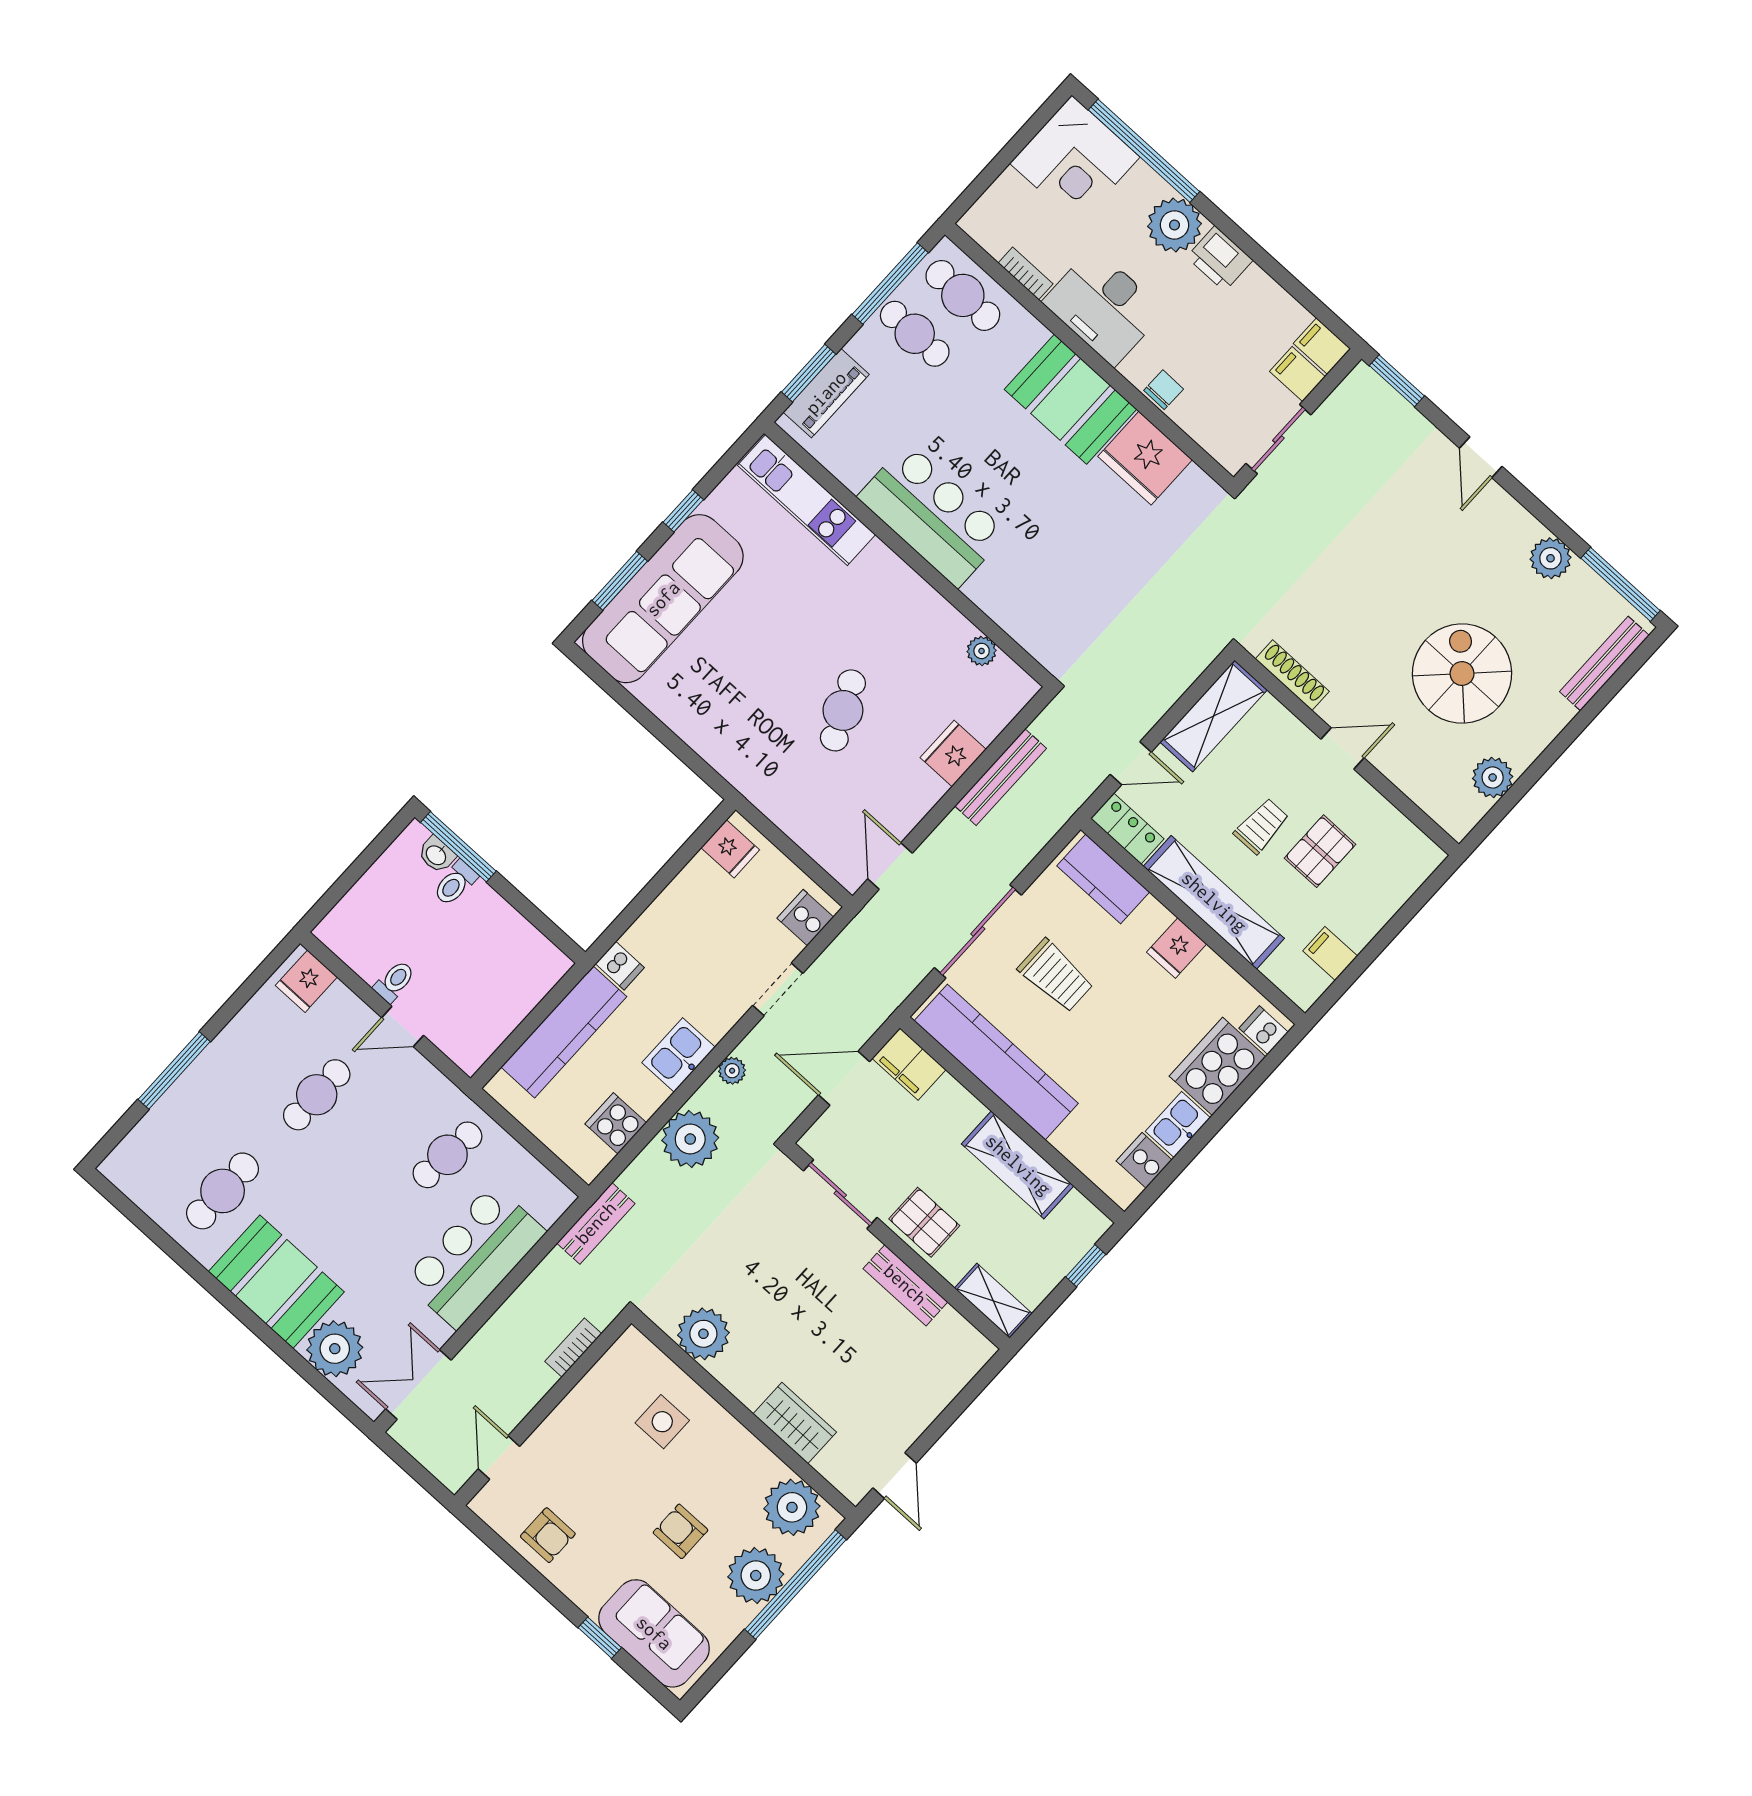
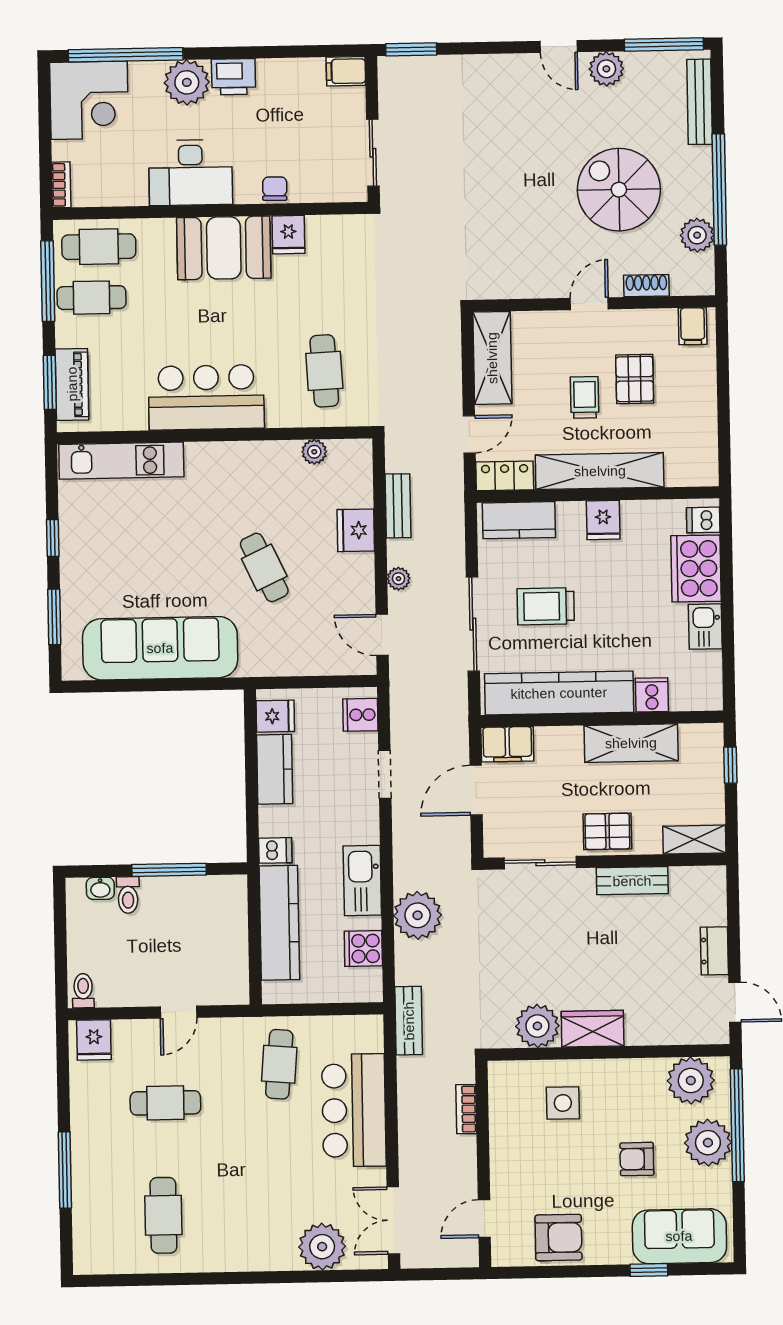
bookcase: (1026, 274) -> (61, 185), moved, turned 90
filing cabinet: (1297, 374) -> (347, 102), removed
door: (1481, 457) -> (559, 47), moved
fridge: (1145, 458) -> (288, 235), width x0.53, depth x0.75
cafe table: (1057, 589) -> (324, 371), added
sofa: (663, 599) -> (160, 648), moved, turned -90
shoe rack: (1292, 675) -> (646, 286), moved, width x0.70
window: (1549, 756) -> (719, 189), added
bench: (1001, 777) -> (398, 506), width x0.73
window: (458, 847) -> (169, 870), moved
kitchen counter: (686, 895) -> (275, 769), added
filing cabinet: (1330, 953) -> (693, 326), moved, turned -90
trolley: (1056, 976) -> (546, 606), turned 180
toilet: (394, 981) -> (83, 991), moved
kitchen sink: (678, 1055) -> (362, 880), width x1.38
plant: (732, 1071) -> (399, 579), moved
cafe table: (317, 1095) -> (165, 1103), turned 90
cooker: (1144, 1160) -> (652, 695), moved, turned 90
booth: (276, 1282) -> (248, 1240), removed
dresser: (919, 1414) -> (714, 951), added
wardrobe: (795, 1423) -> (593, 1029), moved
door: (499, 1458) -> (484, 1219), hinge flipped
armchair: (548, 1535) -> (559, 1238), width x1.38, depth x1.38

